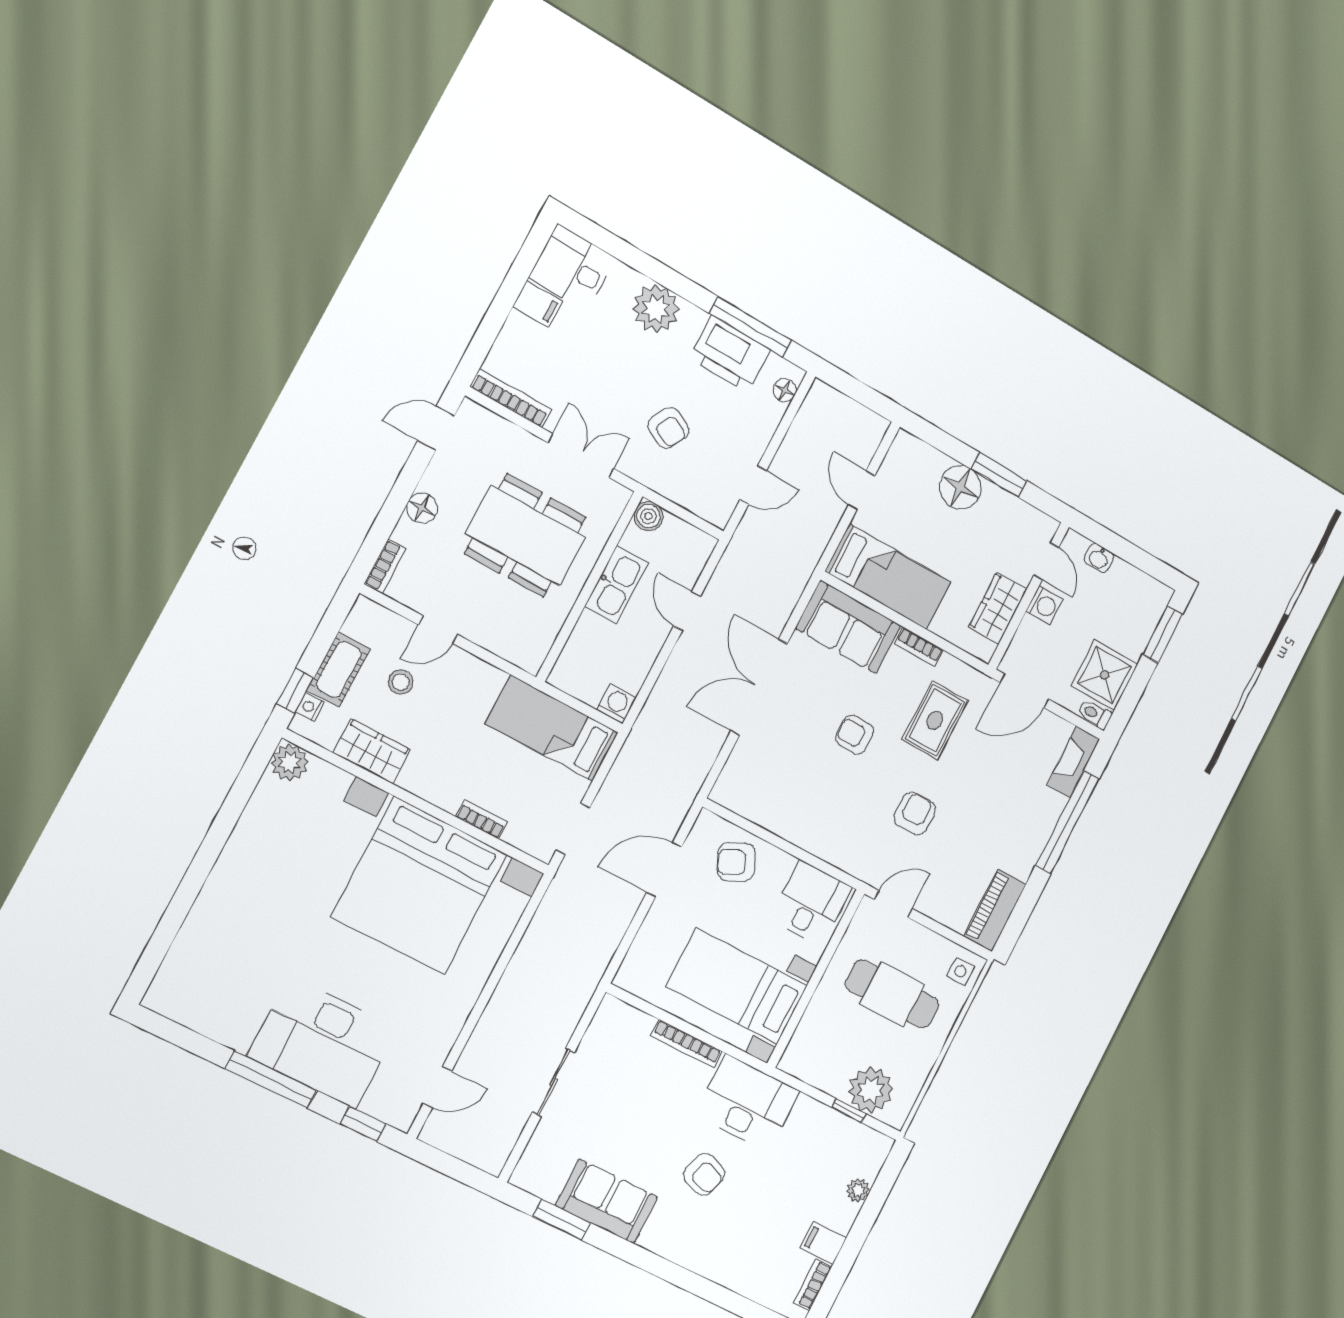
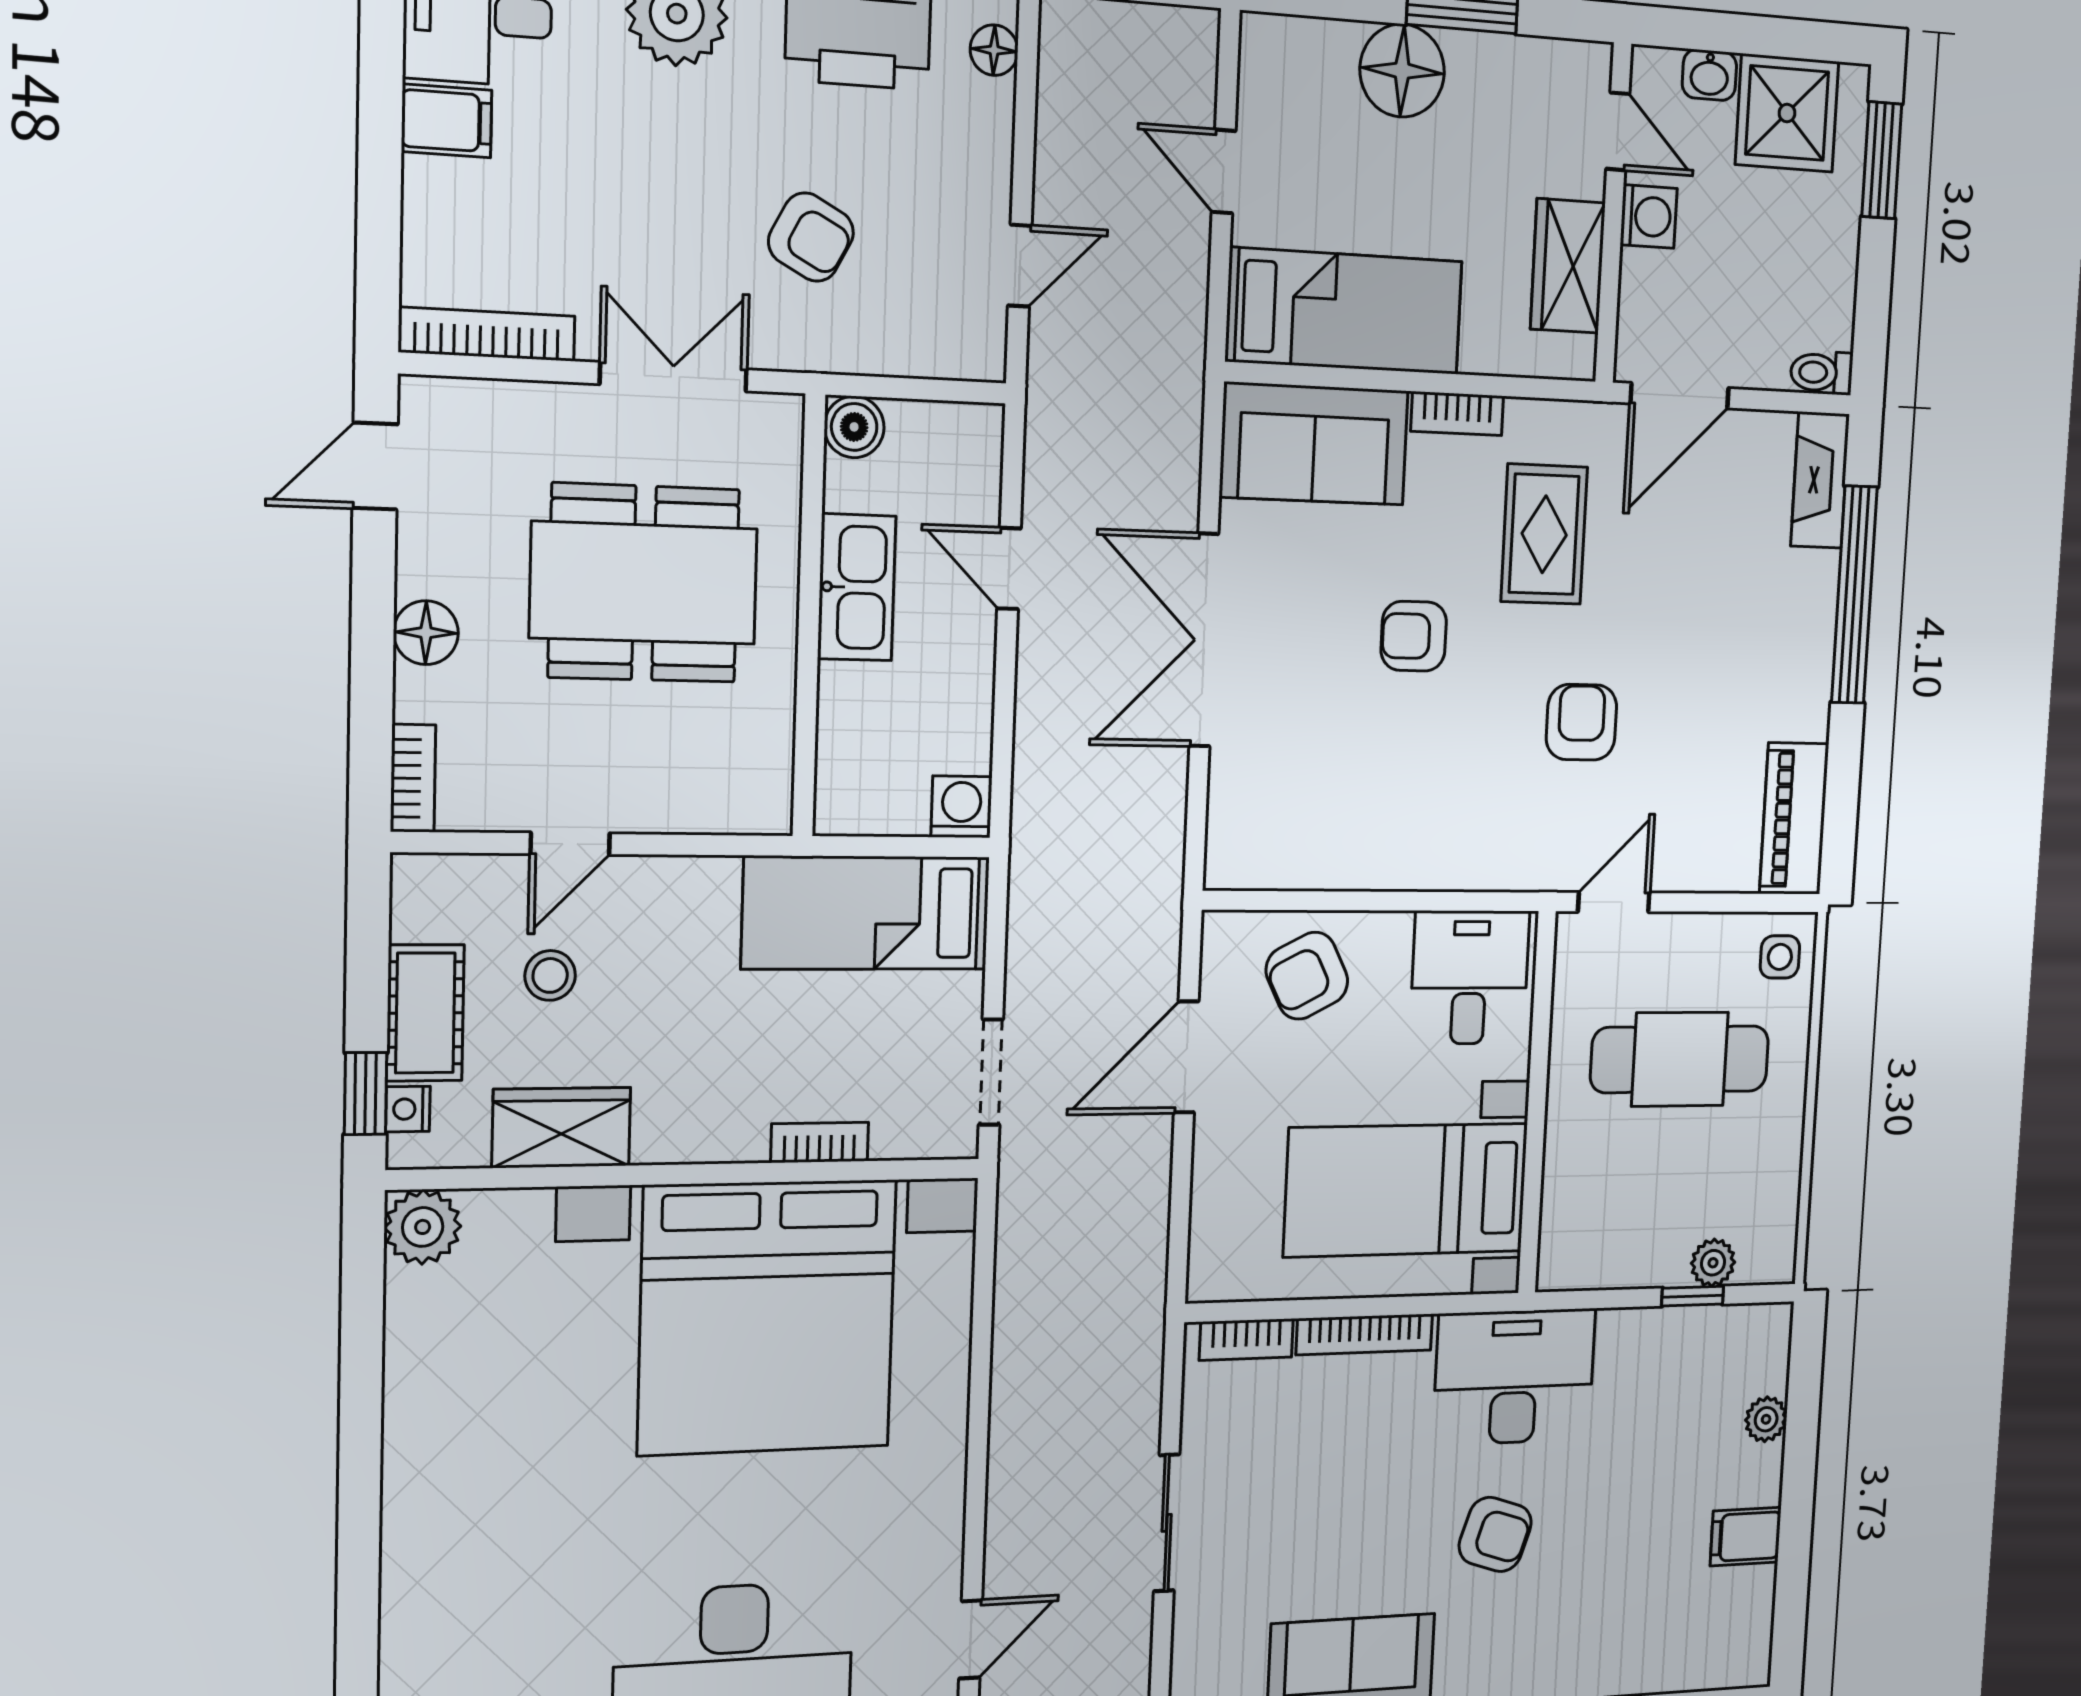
shower: (1104, 675) -> (1787, 113), moved
plant: (871, 1090) -> (1713, 1263), width x0.53, depth x0.53
bookcase: (813, 1285) -> (1246, 1339), moved, turned -90

